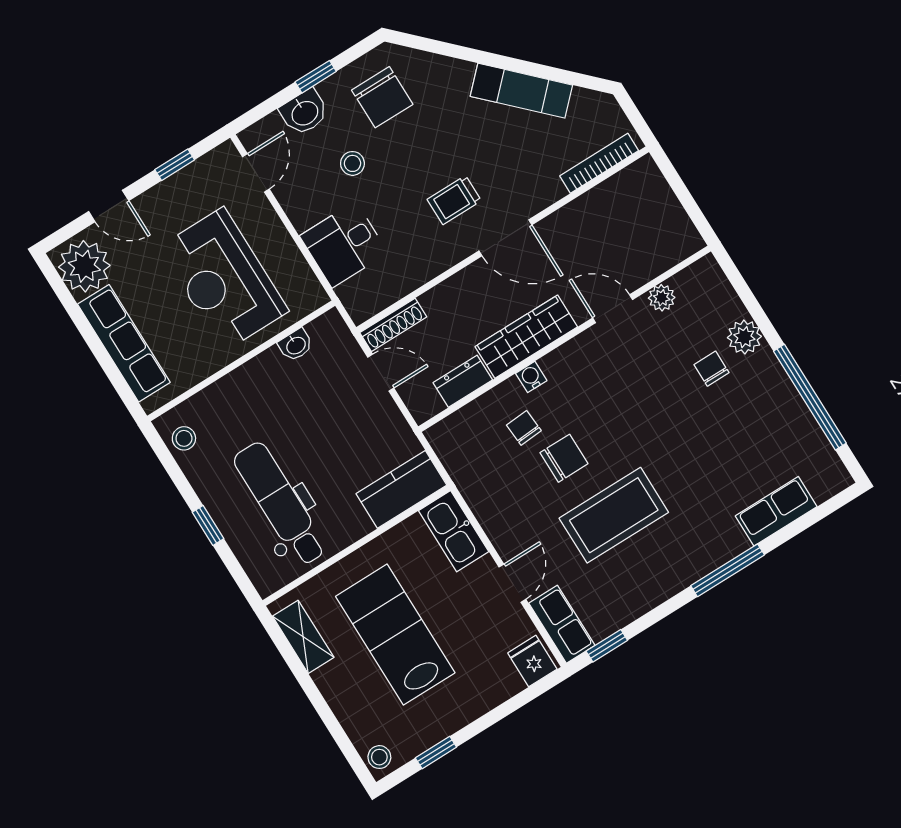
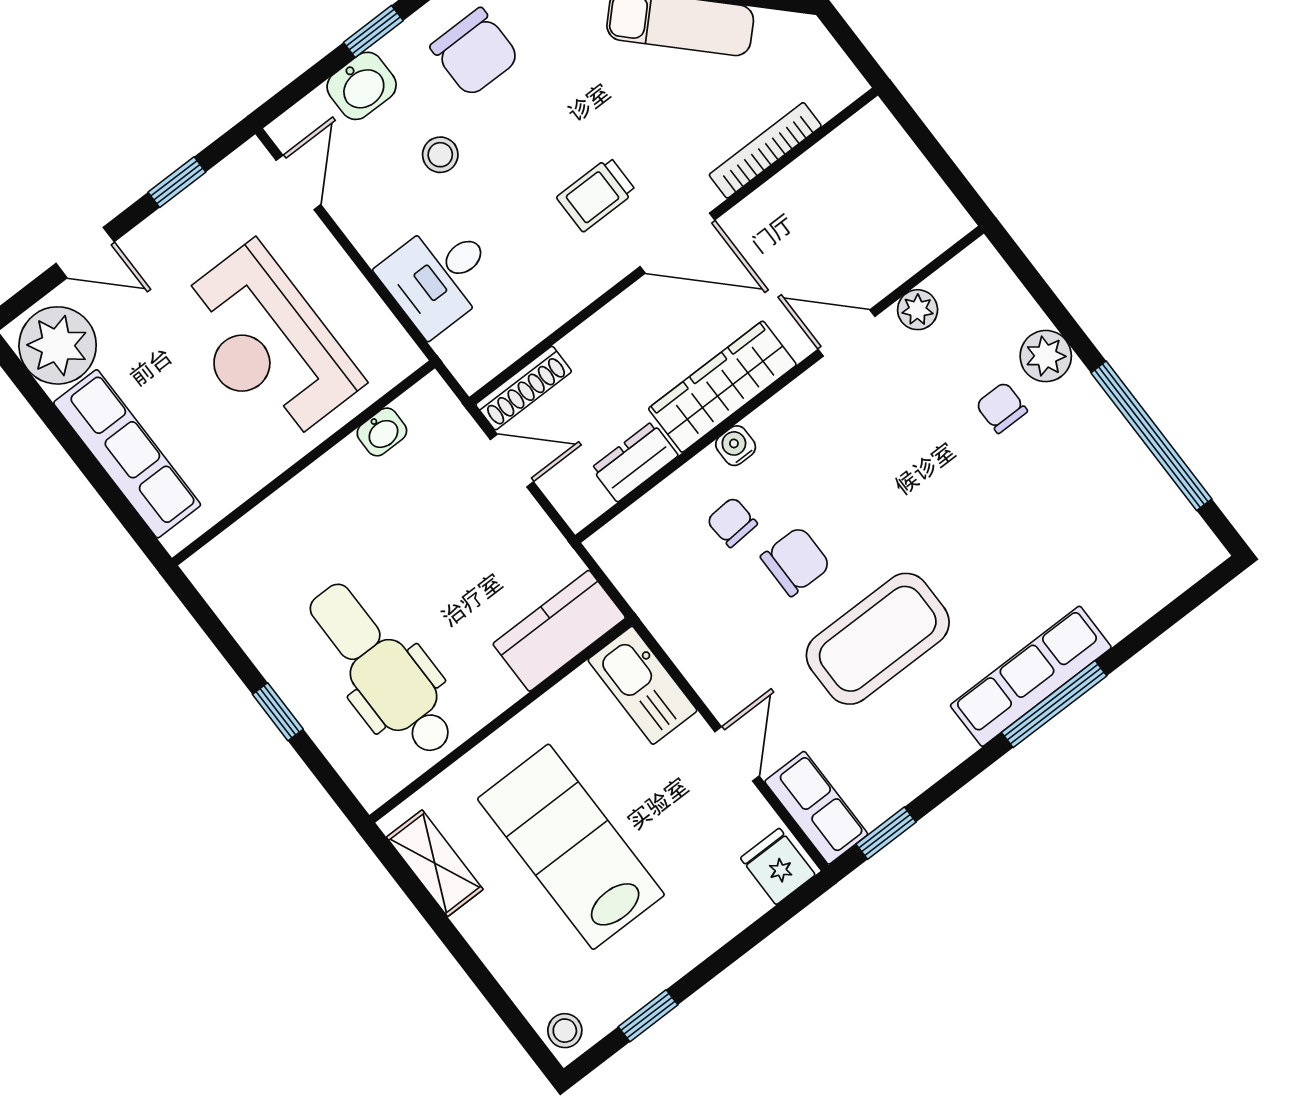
bookcase: (599, 163) -> (765, 150), moved
stool: (184, 438) -> (230, 586), removed
row of seats: (776, 511) -> (1031, 676), moved, width x1.48

